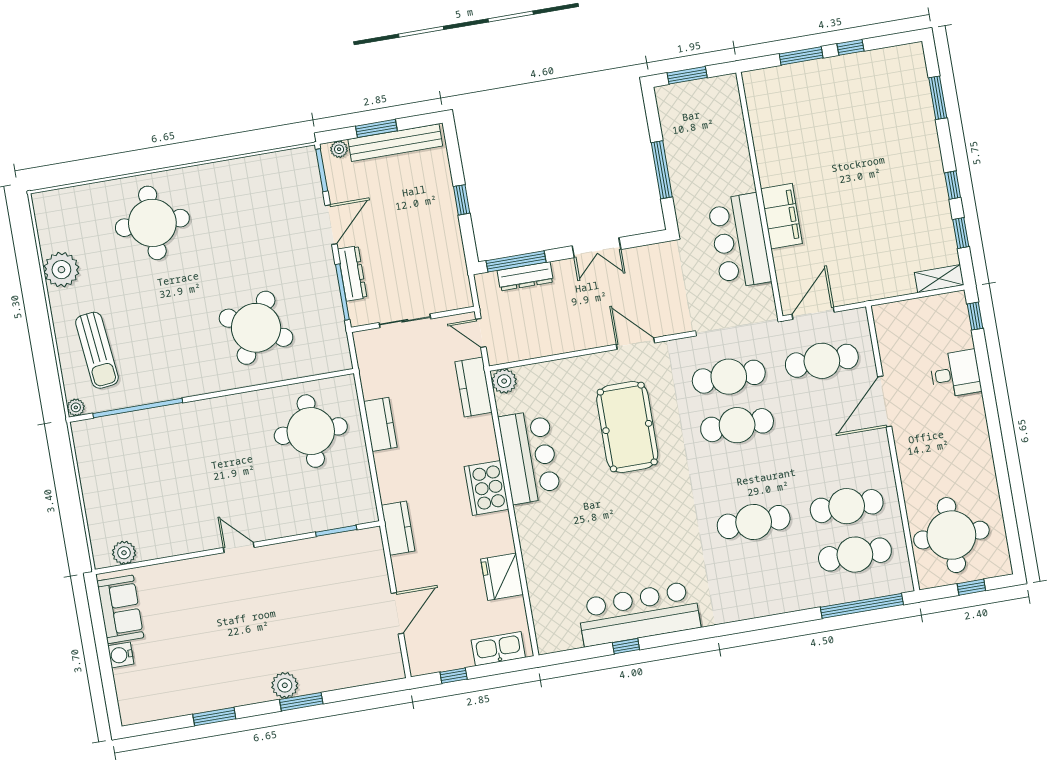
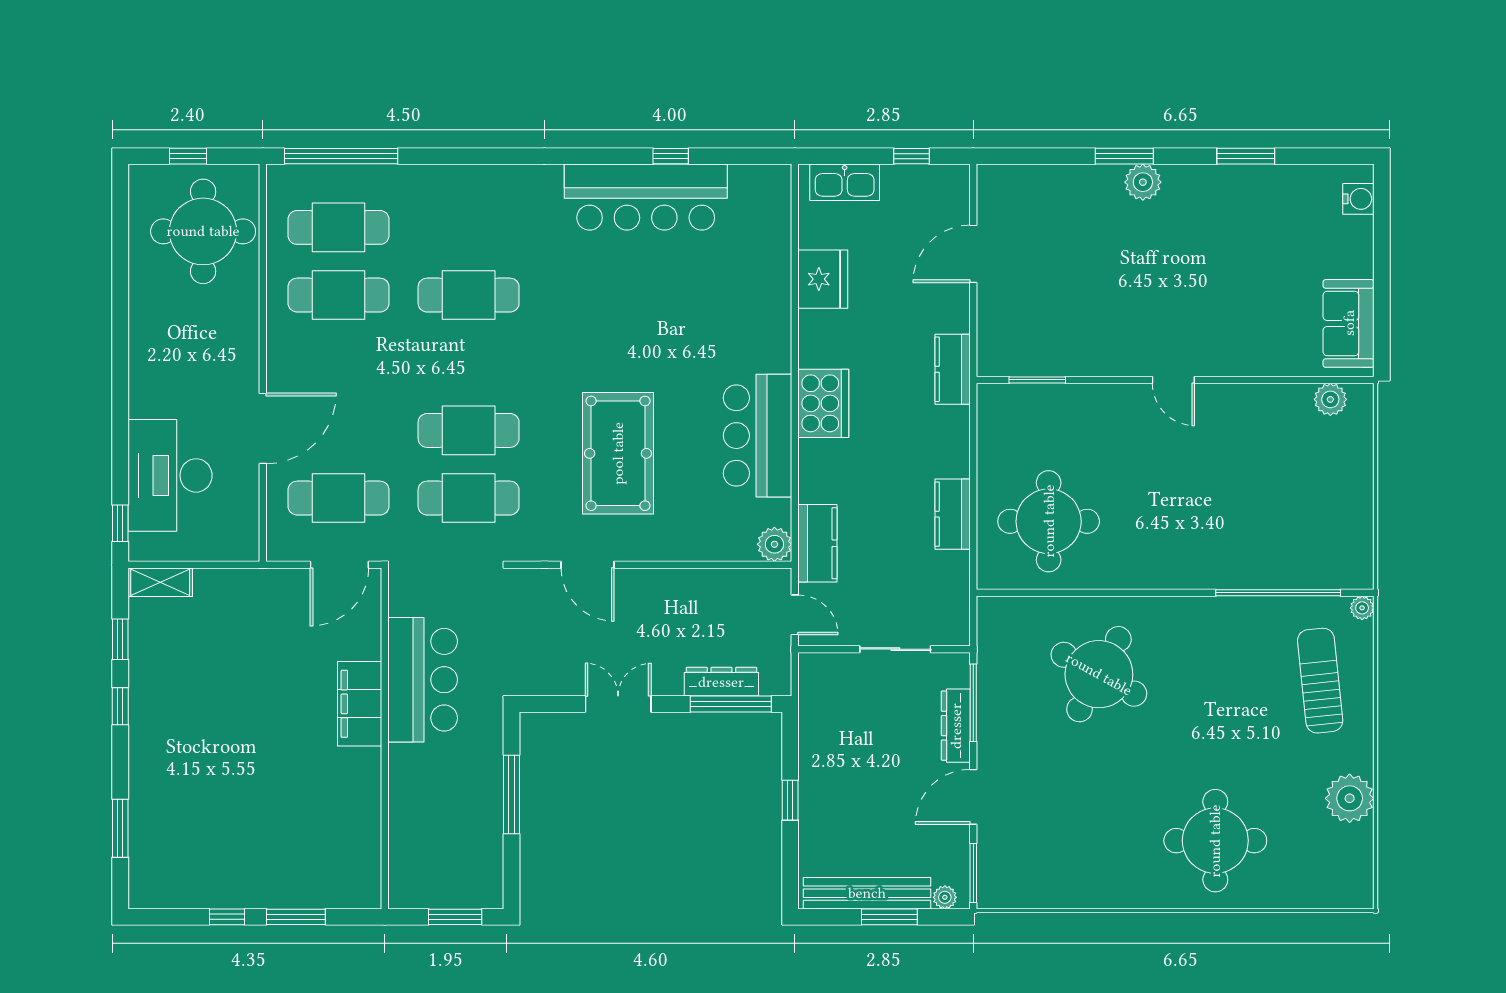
desk: (955, 374) -> (170, 475), width x1.87, depth x1.30
water cooler: (121, 655) -> (1358, 199), moved

